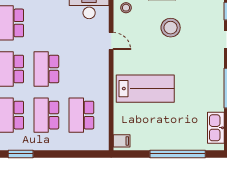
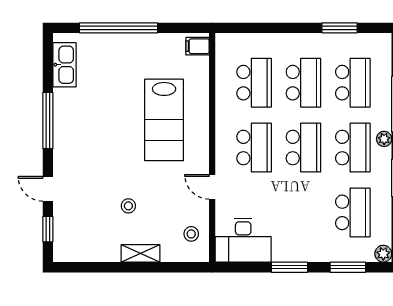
stool: (171, 28) -> (128, 206), width x0.53, depth x0.53
school desk: (81, 69) -> (254, 148), added
lab bench: (145, 89) -> (164, 120), turned -90

